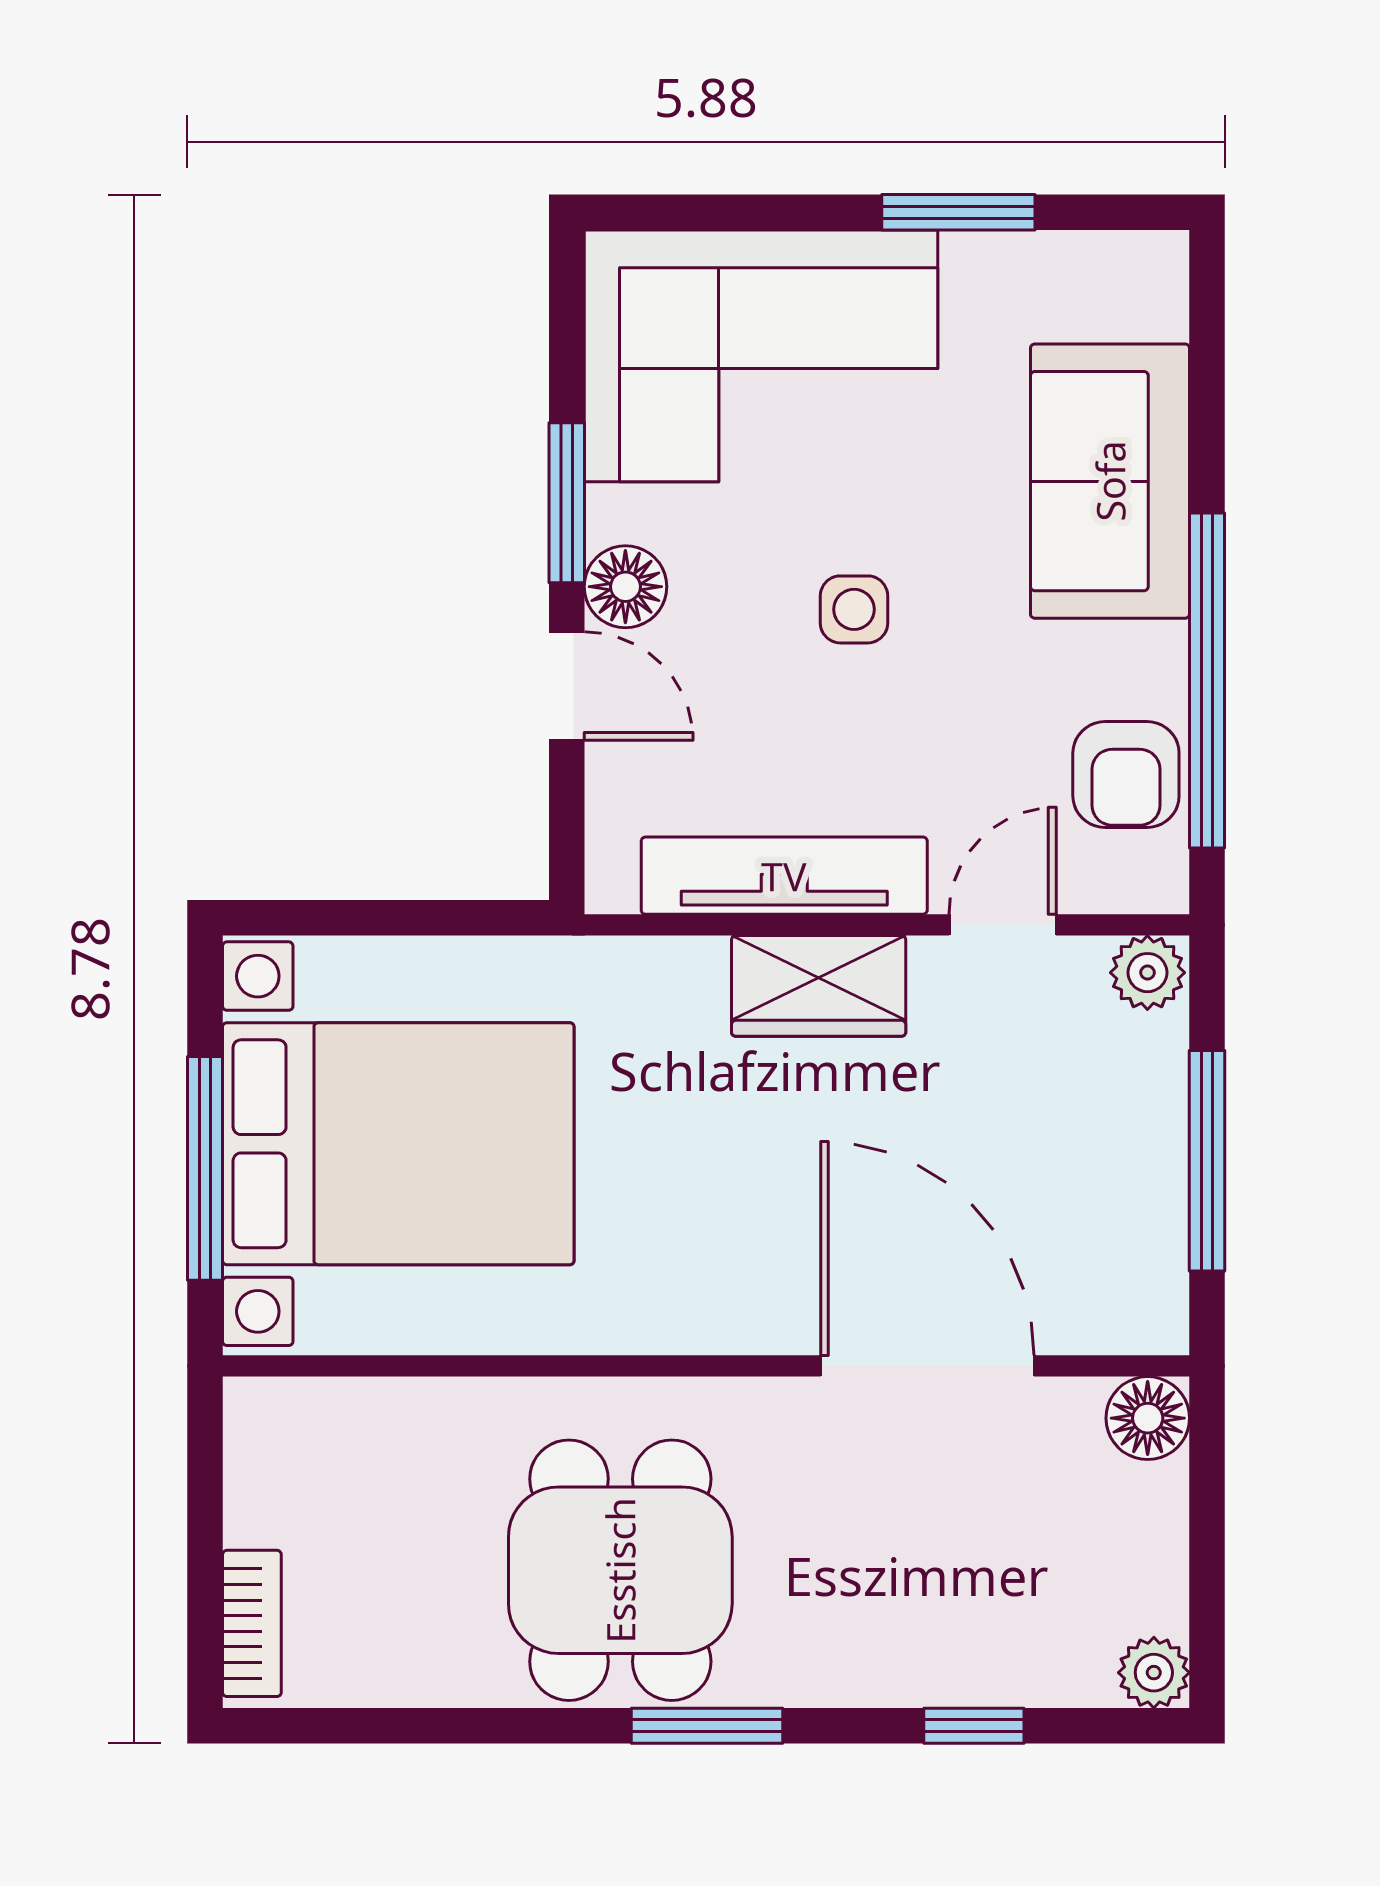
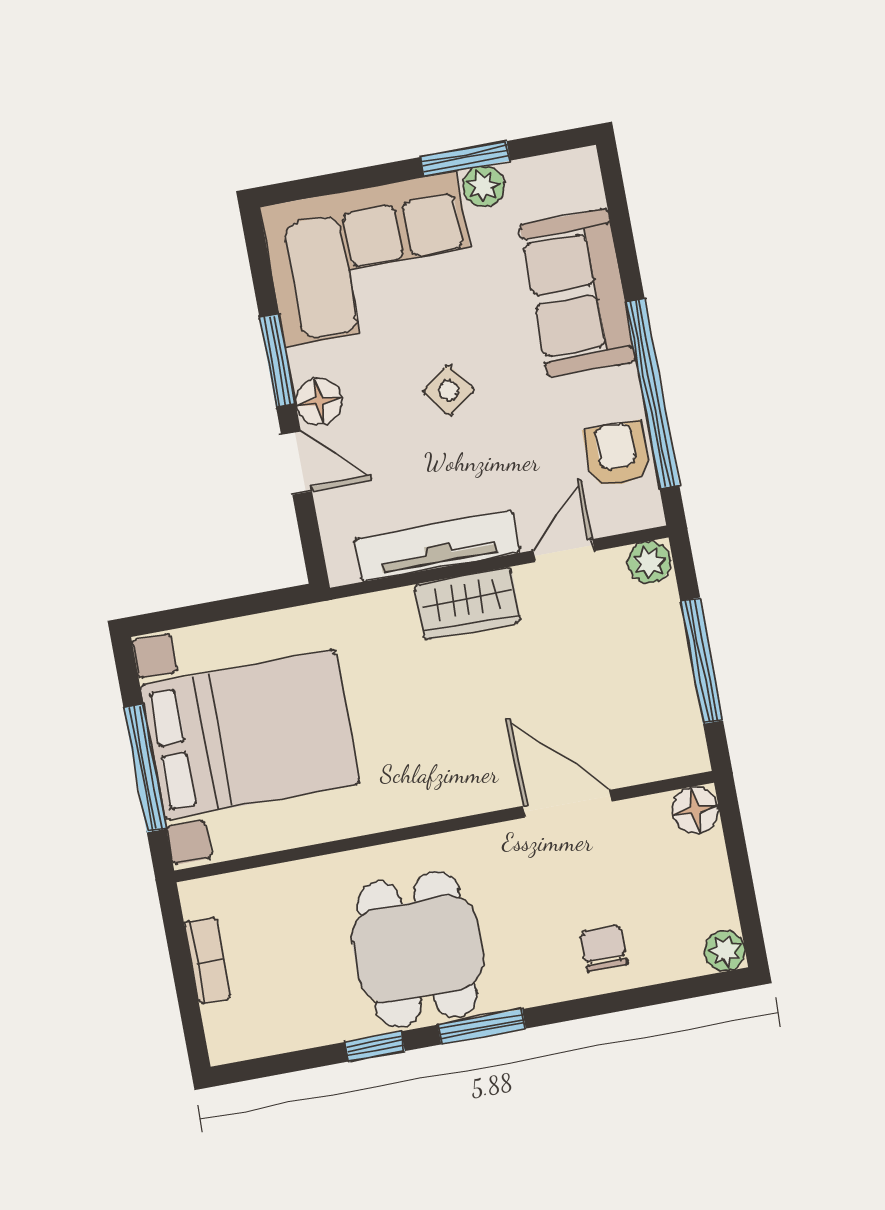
plant: (981, 266) -> (483, 186), added
side table: (854, 609) -> (448, 390), turned -36
armchair: (1126, 775) -> (617, 454), turned 180
door: (927, 1366) -> (567, 804), width x0.73
bookcase: (252, 1623) -> (208, 961), moved
chair: (945, 1629) -> (604, 948), added
window: (974, 1726) -> (375, 1046), moved

